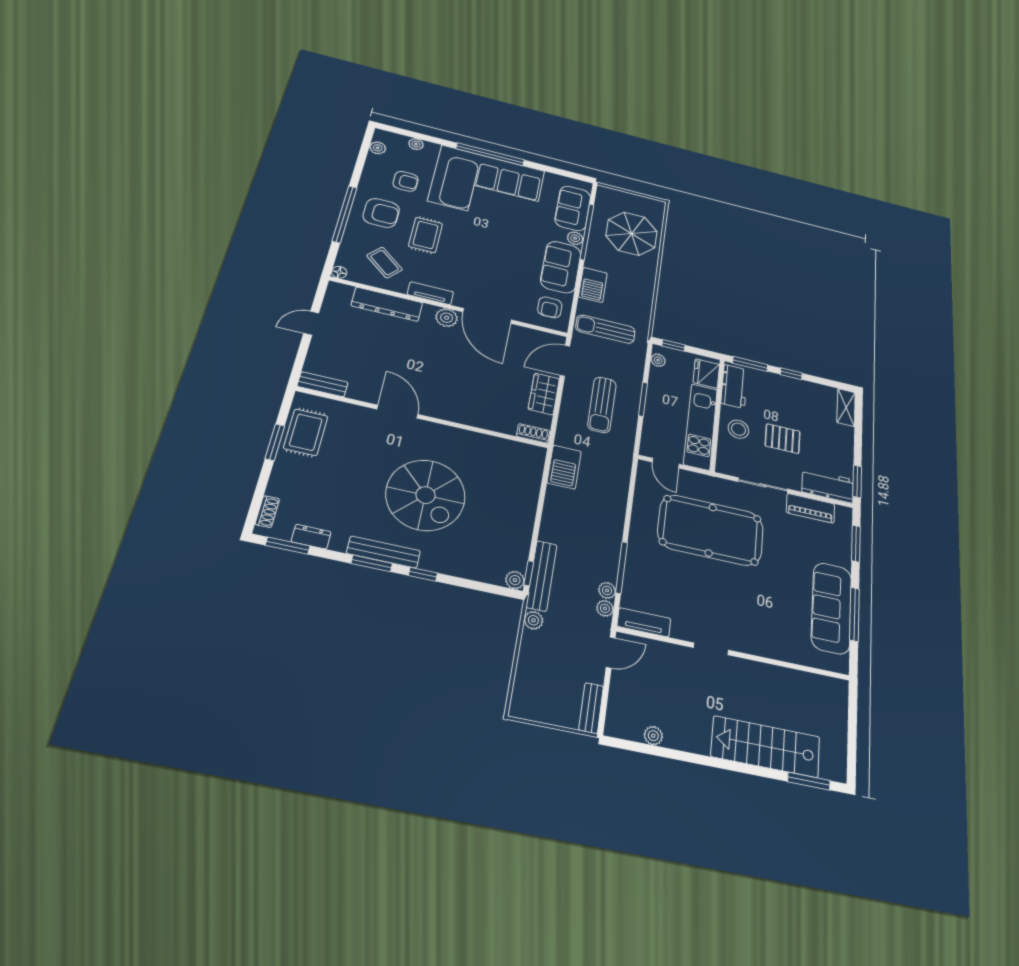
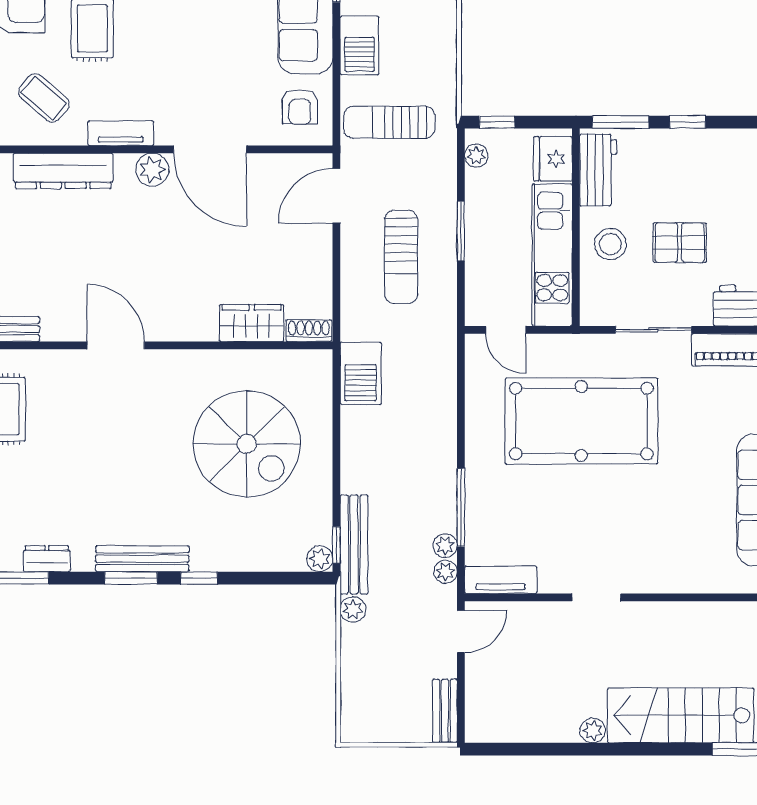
wardrobe: (544, 394) -> (252, 323), moved, turned 90
spiral stairs: (426, 495) -> (247, 444), moved
plant: (653, 736) -> (593, 730), moved

